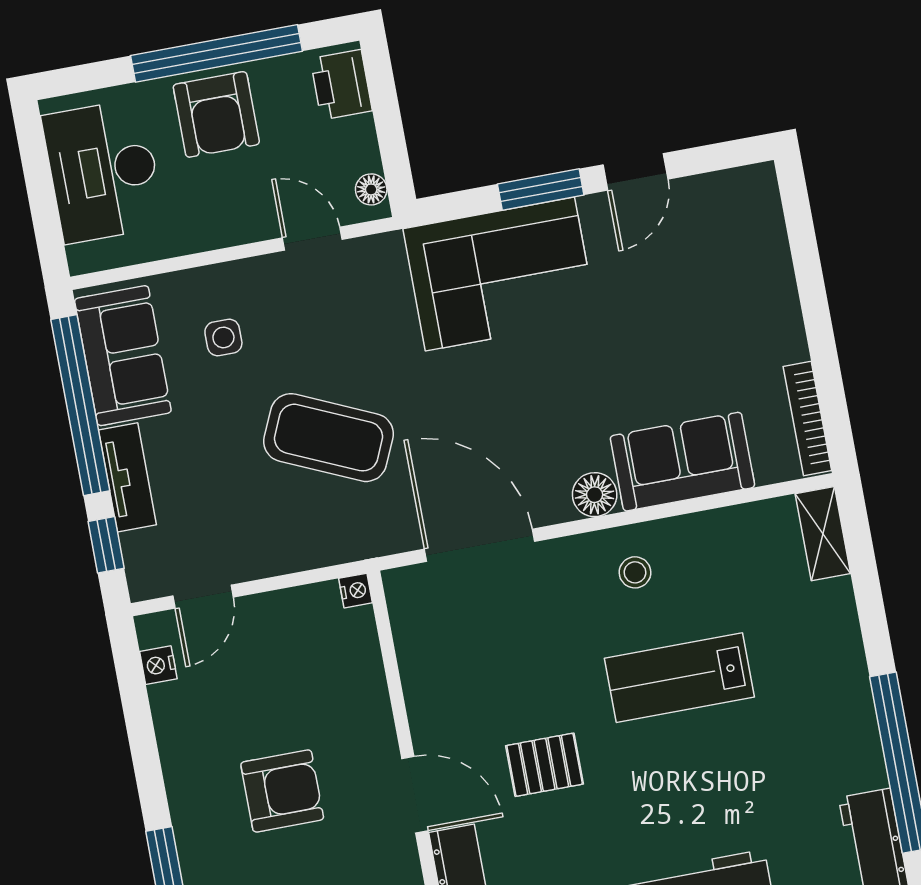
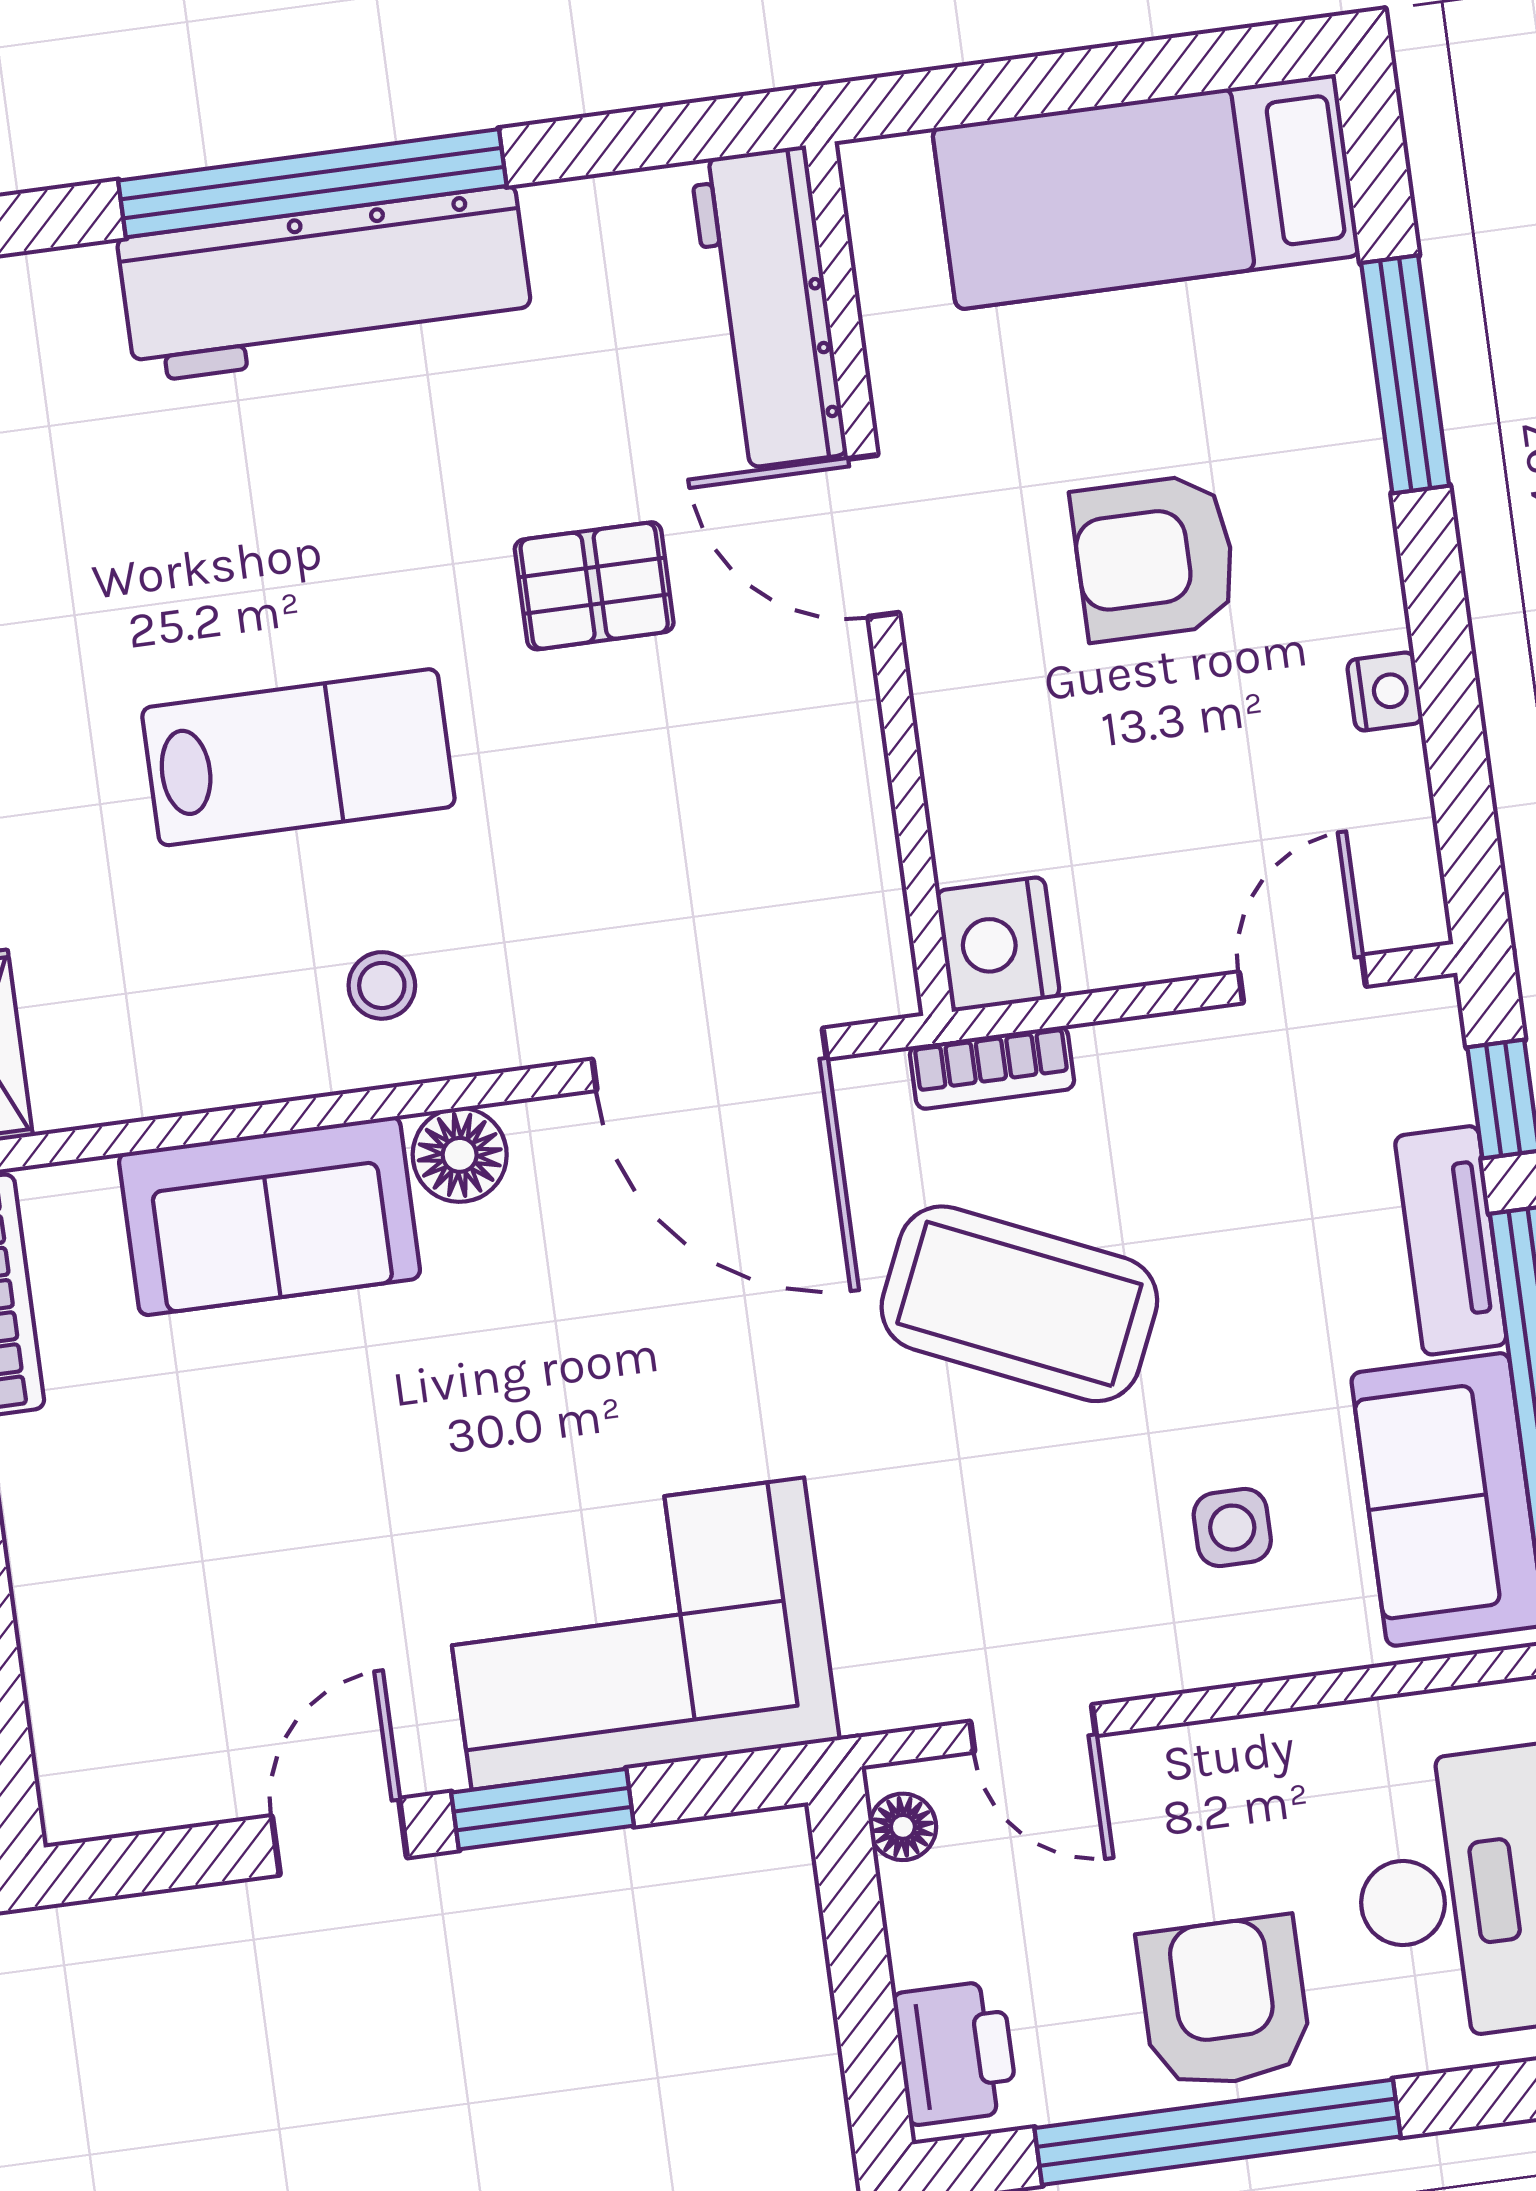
bookcase: (347, 548) -> (992, 1068), added
nightstand: (356, 591) -> (998, 944), width x1.89, depth x1.79
nightstand: (158, 665) -> (1385, 691), moved

